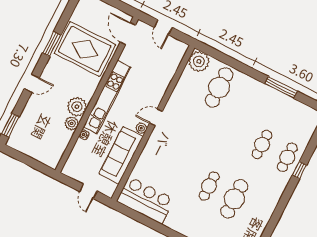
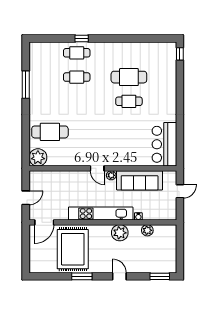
plant: (72, 123) -> (147, 230), moved

